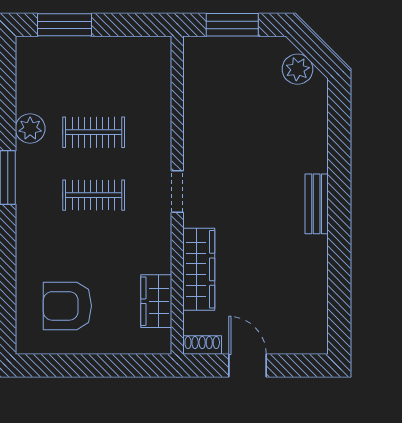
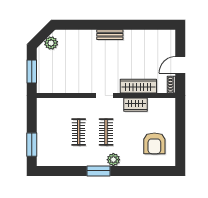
plant: (30, 128) -> (113, 160), moved
wardrobe: (156, 301) -> (135, 105), moved

